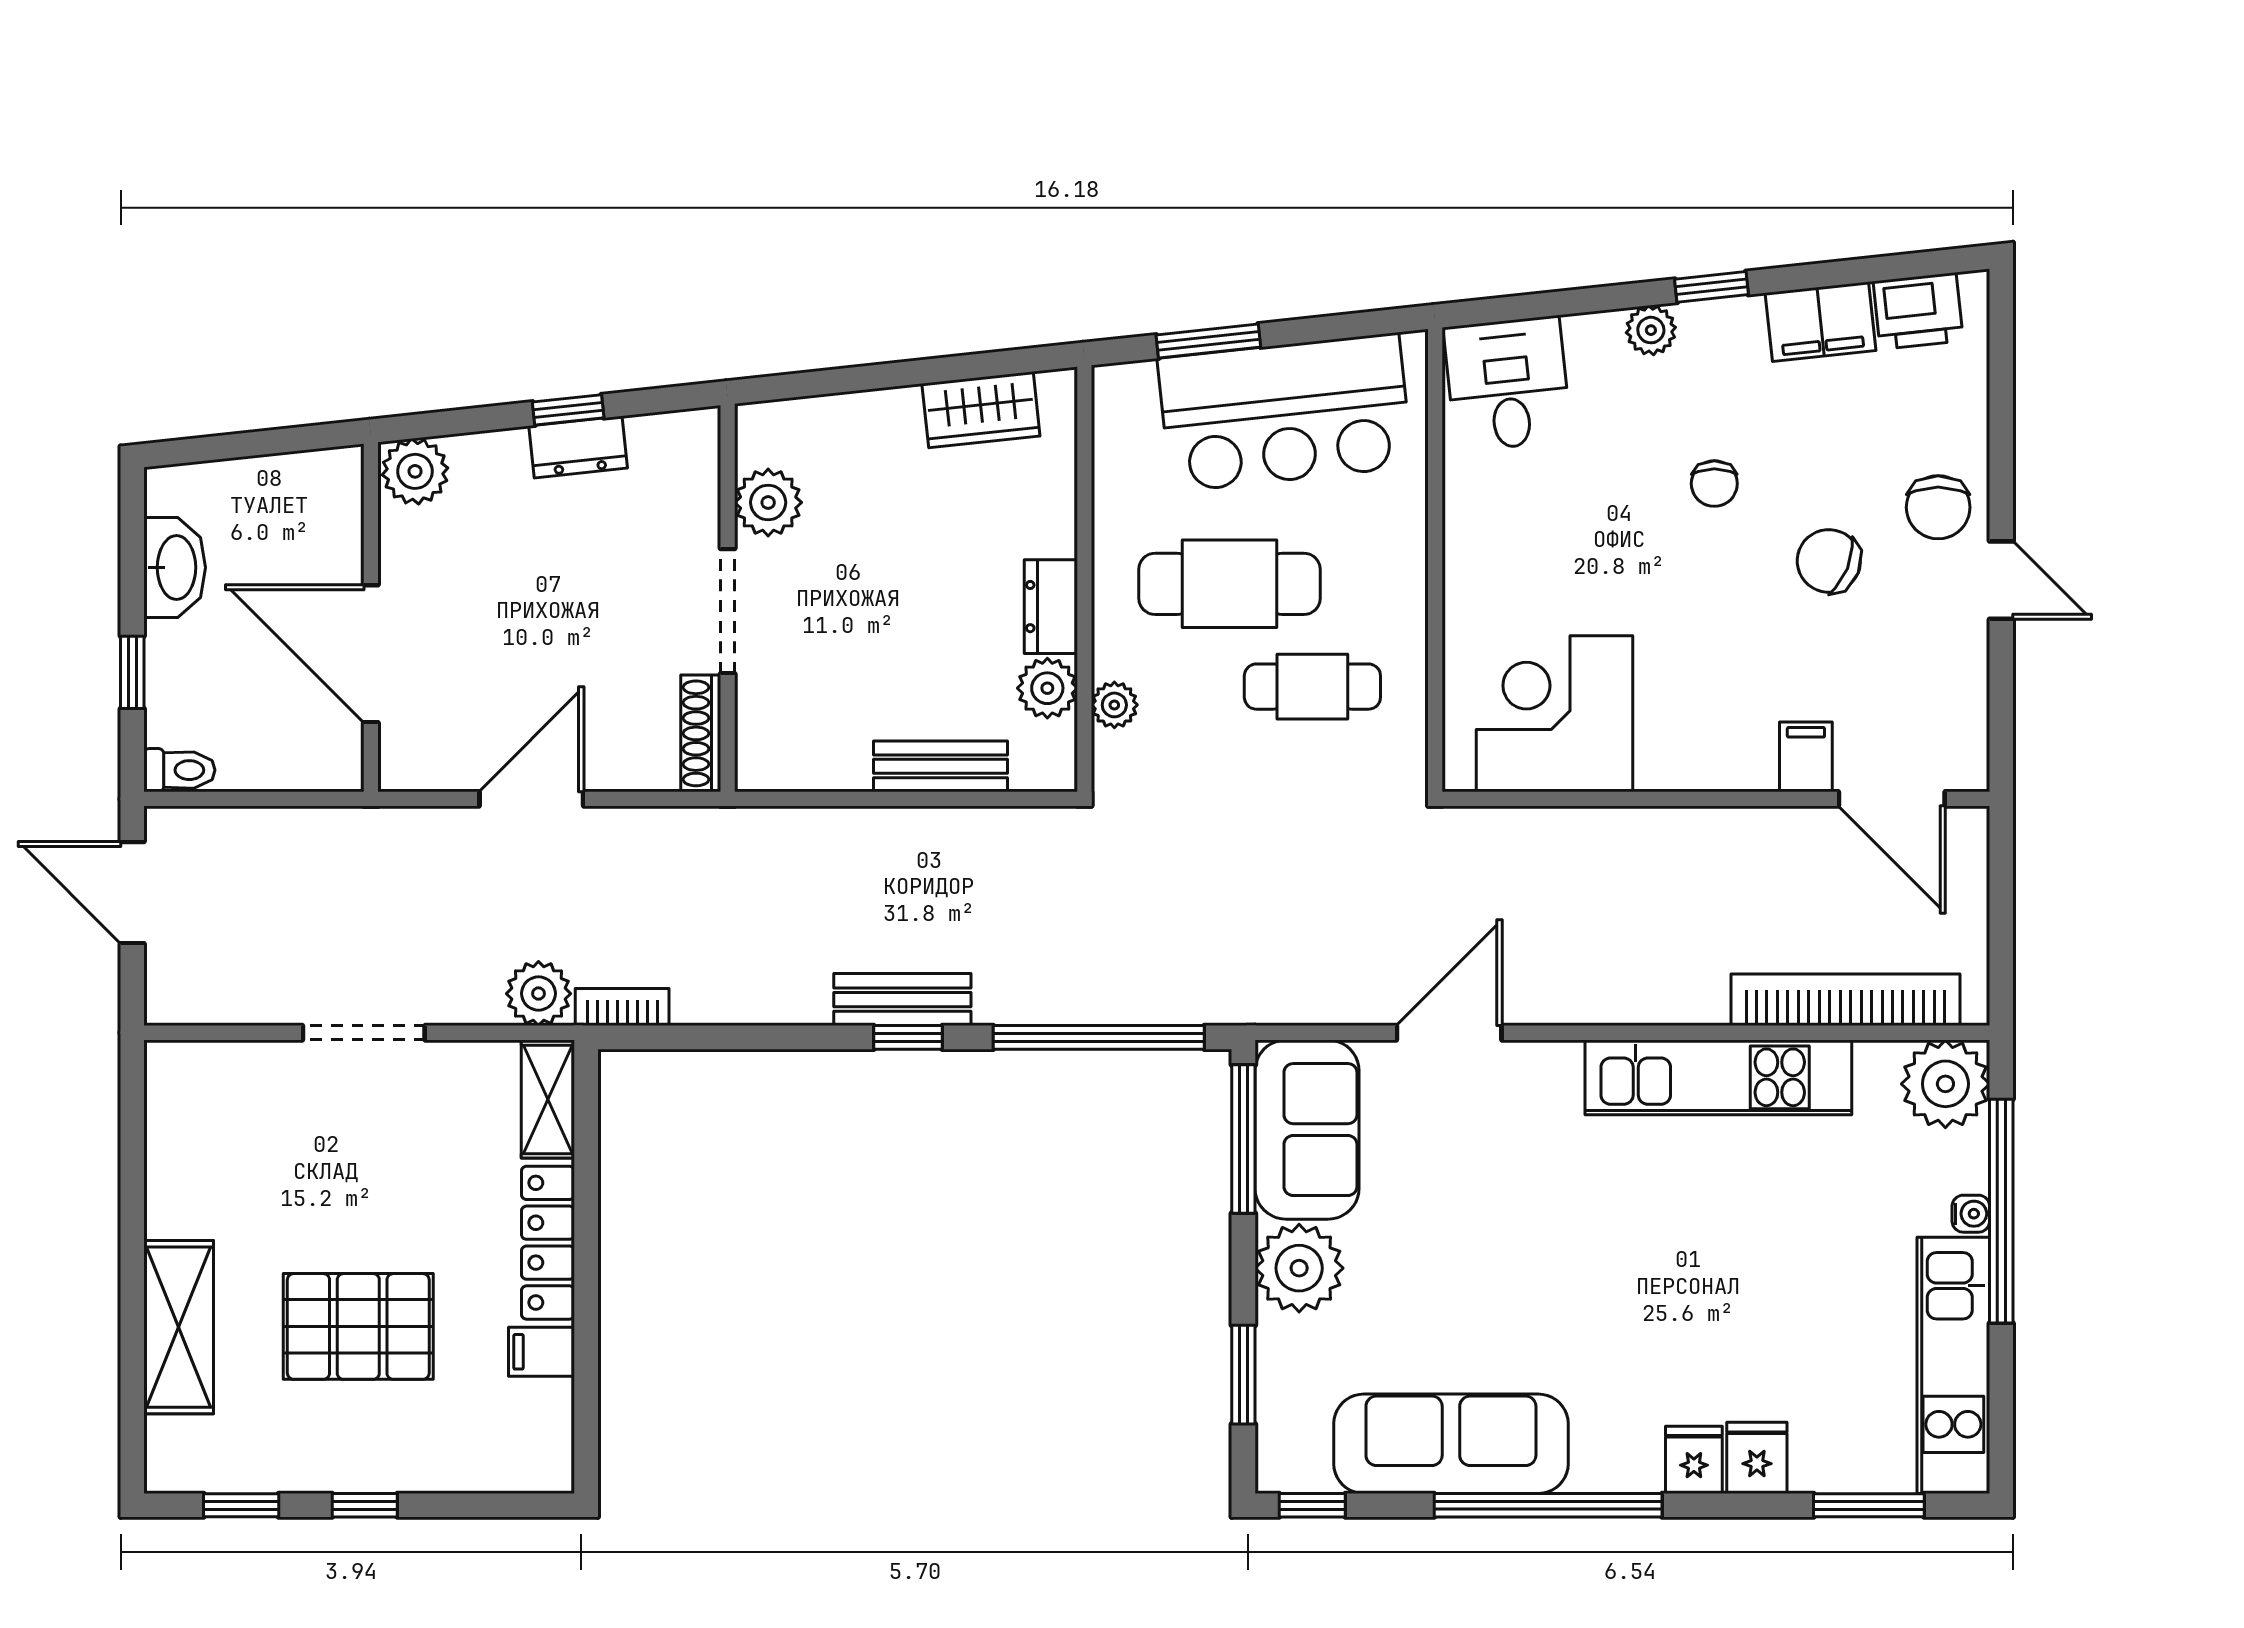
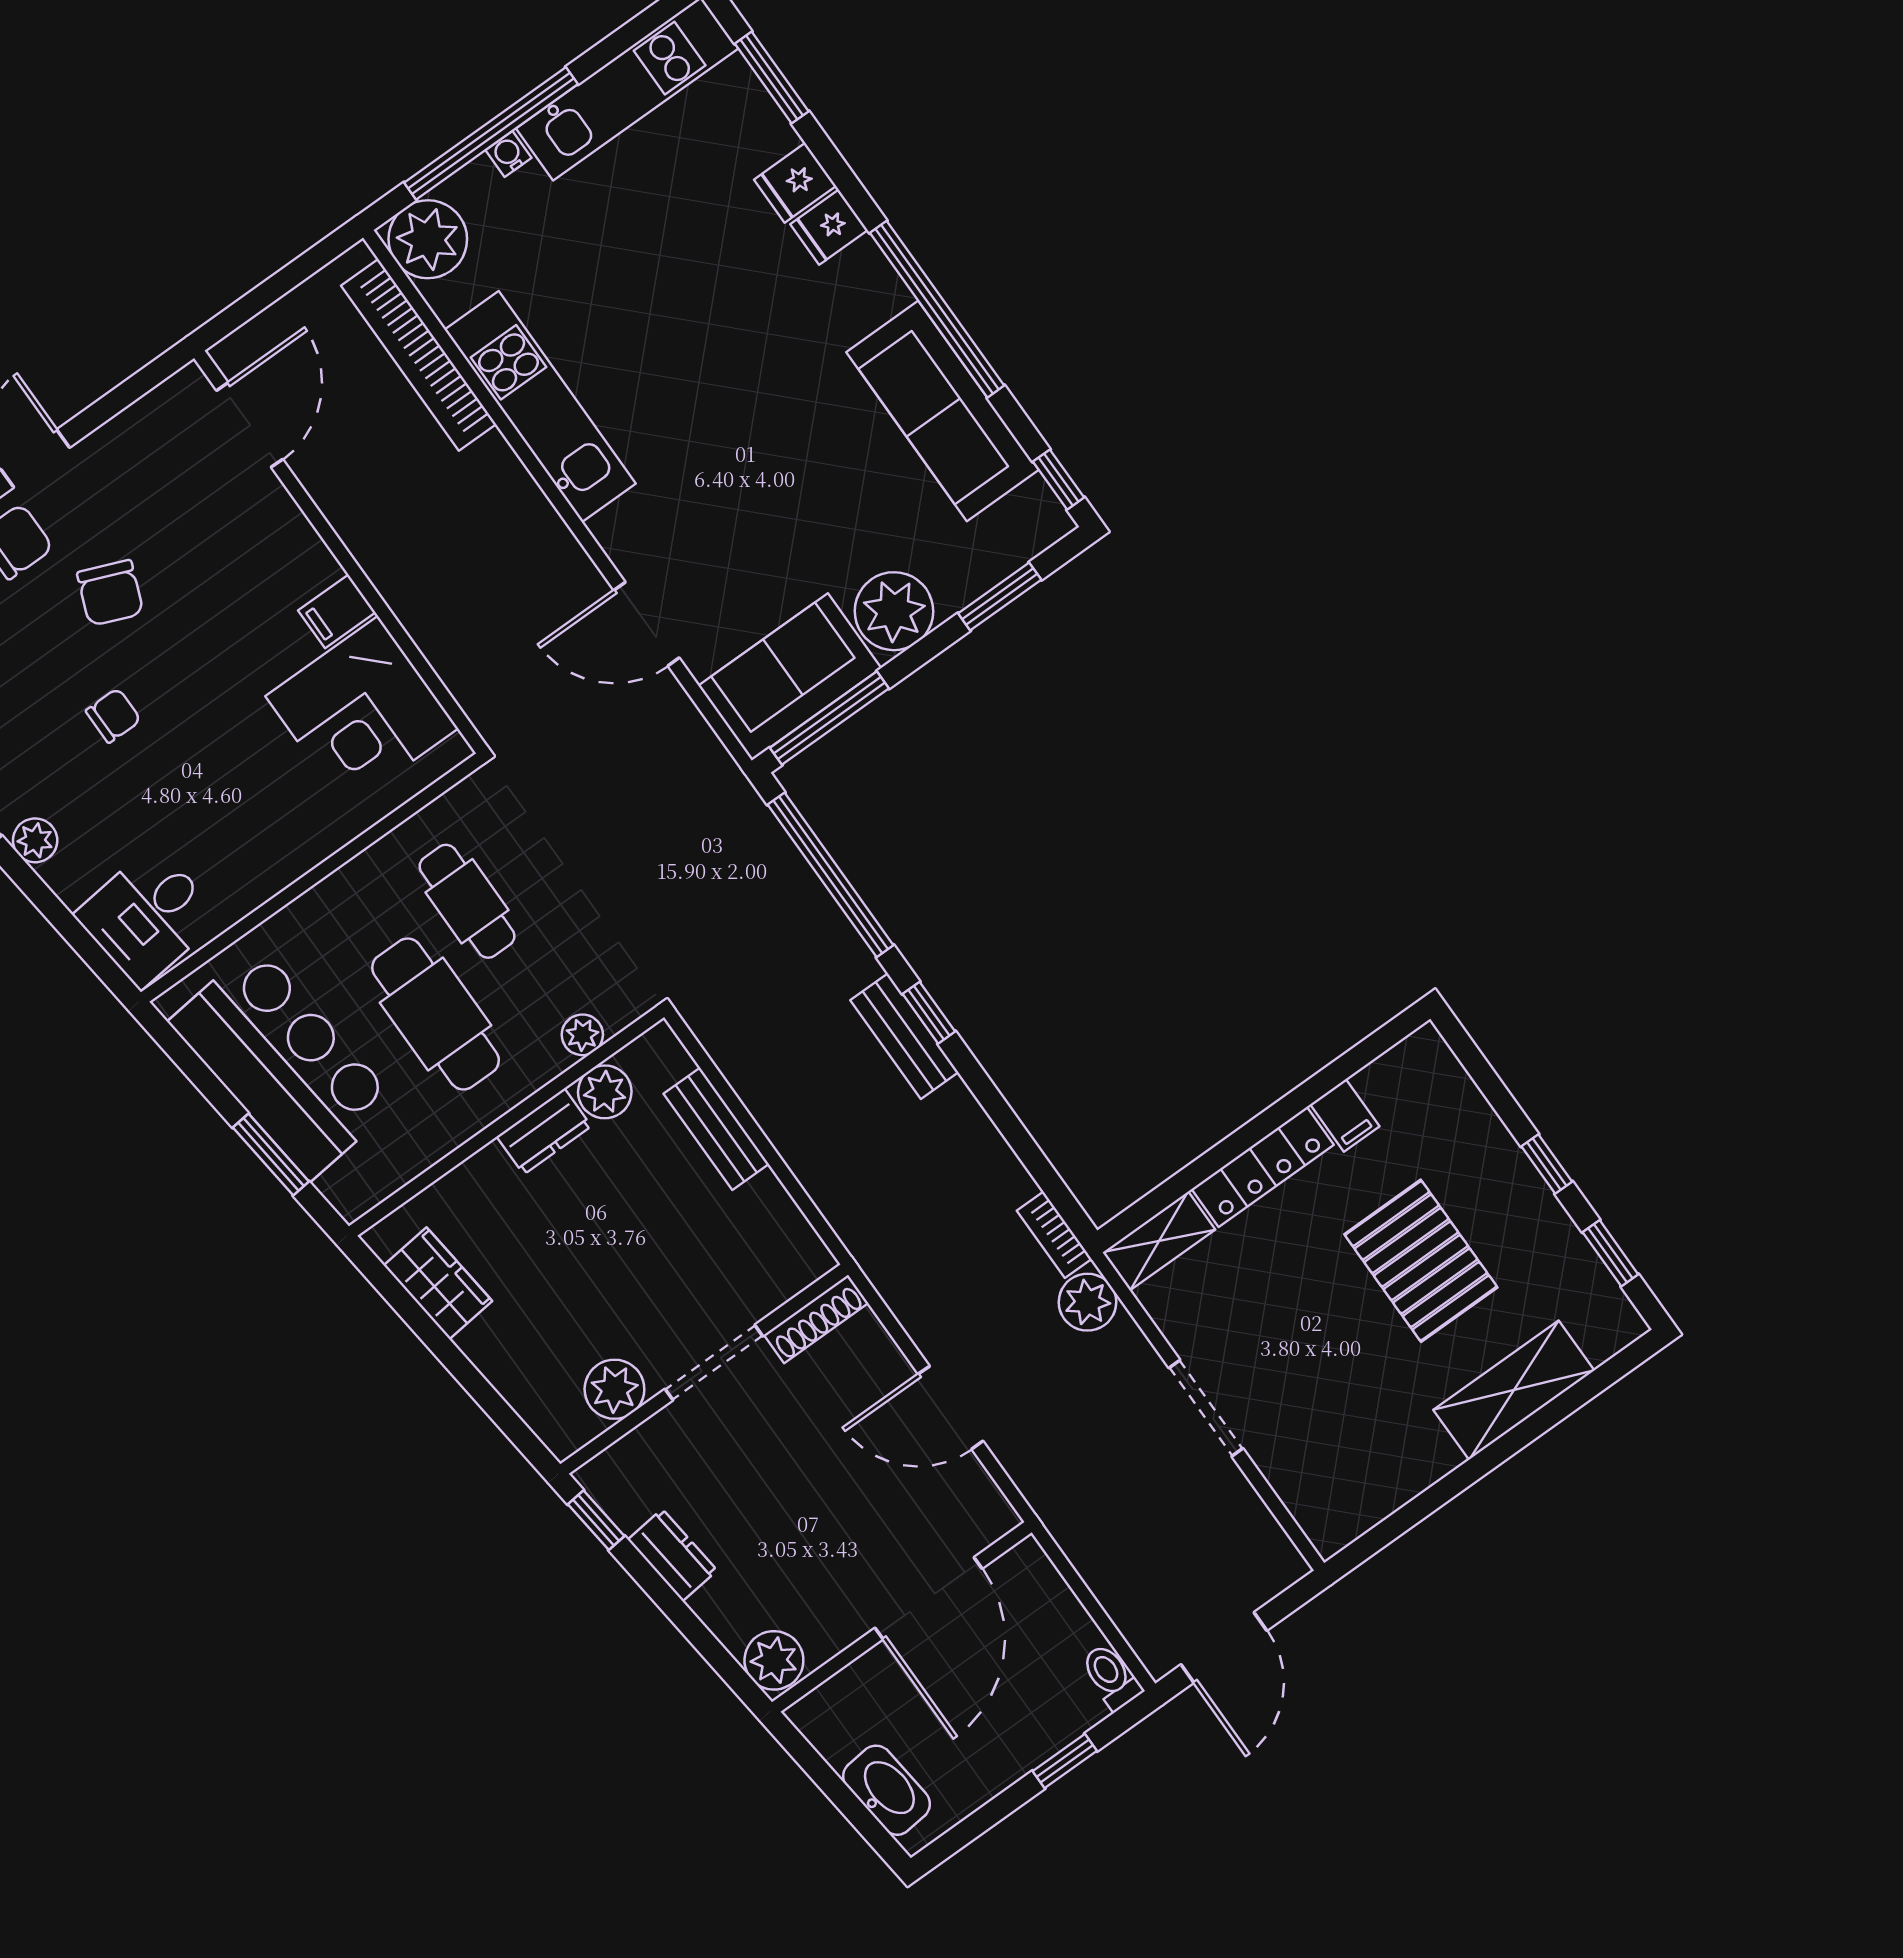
window: (568, 410) -> (596, 1520), moved
washbasin: (175, 568) -> (887, 1790), moved, turned 84
filing cabinet: (1806, 757) -> (337, 611), moved

